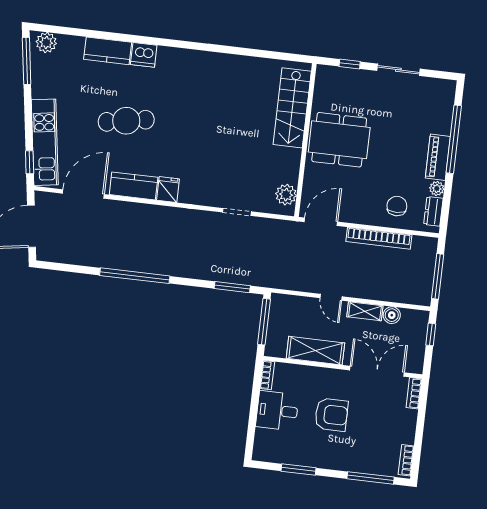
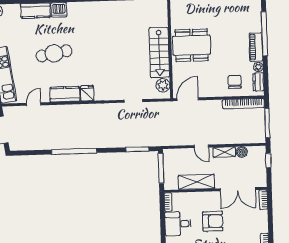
stairs: (292, 108) -> (159, 52), moved
door: (83, 194) -> (34, 104), width x0.53
bookcase: (379, 238) -> (243, 104), moved
double door: (377, 371) -> (238, 189), swing flipped

